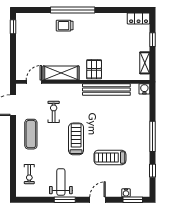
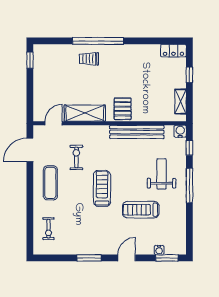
window: (153, 171) -> (189, 148), moved
weight bench: (61, 182) -> (162, 174), moved

